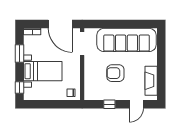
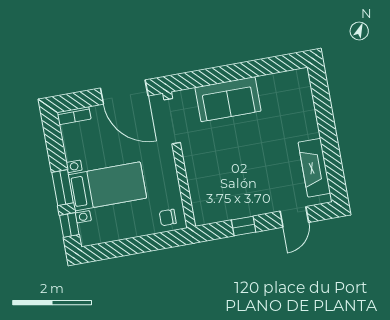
sofa: (127, 40) -> (228, 99), width x0.54, depth x0.79
window: (20, 53) -> (63, 188), moved
armchair: (115, 73) -> (245, 165), removed

